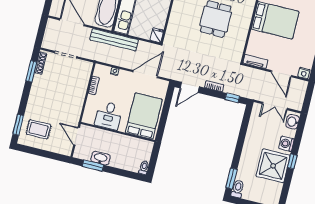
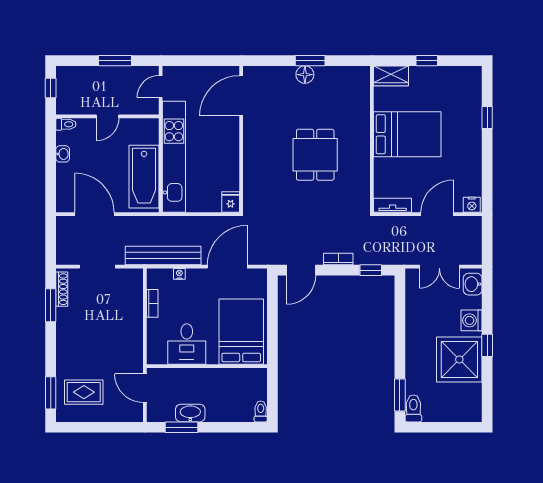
bench: (114, 40) -> (163, 255), moved
door: (281, 74) -> (437, 214), swing flipped

